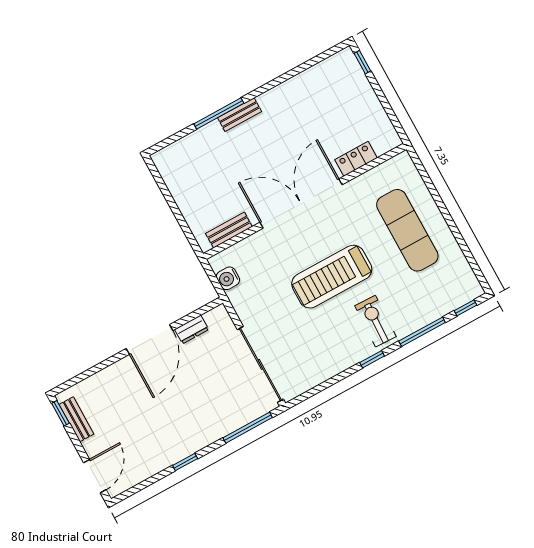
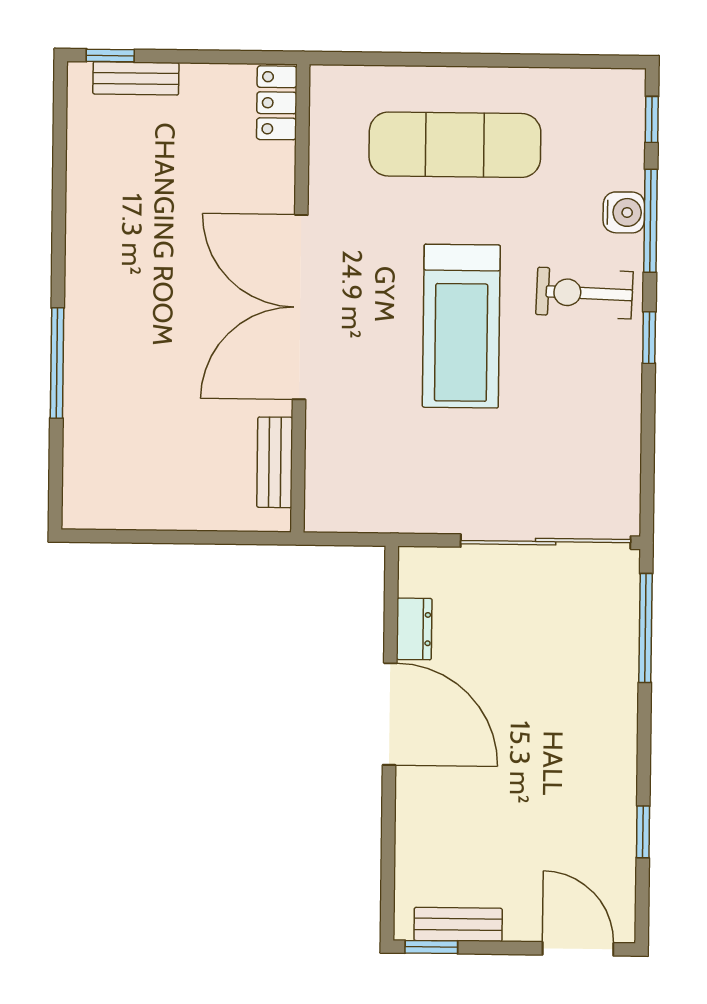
bench: (240, 115) -> (136, 78), moved, turned 90
locker: (356, 159) -> (277, 103), moved
water cooler: (228, 278) -> (624, 212), moved, turned -90
window: (185, 462) -> (643, 832), moved

